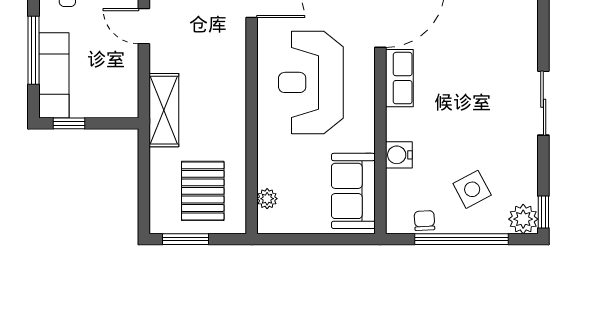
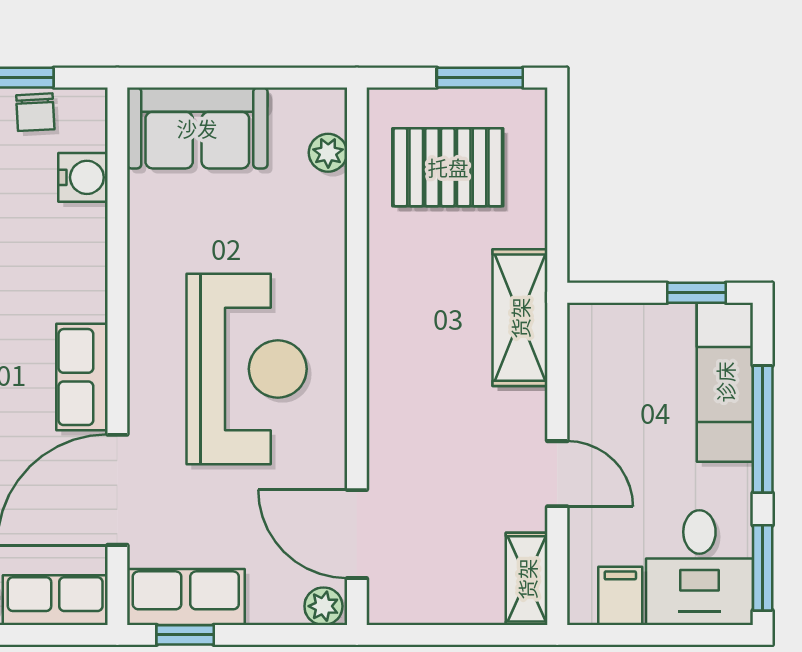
water cooler: (399, 155) -> (83, 177), moved
pallet: (203, 191) -> (448, 167), turned 90
sofa: (353, 191) -> (197, 128), moved, turned 90

